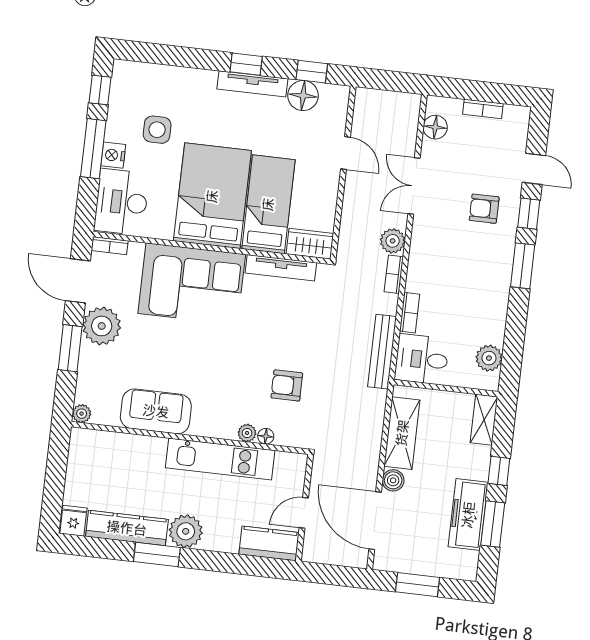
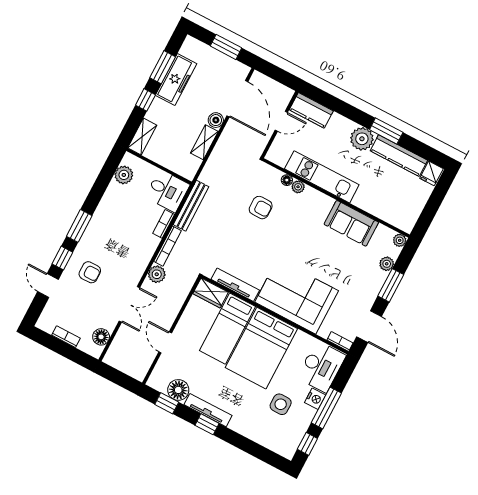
bookcase: (394, 274) -> (168, 246), width x1.56
plant: (102, 326) -> (387, 264), moved, width x0.53, depth x0.53
shelving: (402, 433) -> (204, 142), width x0.67, depth x0.75

